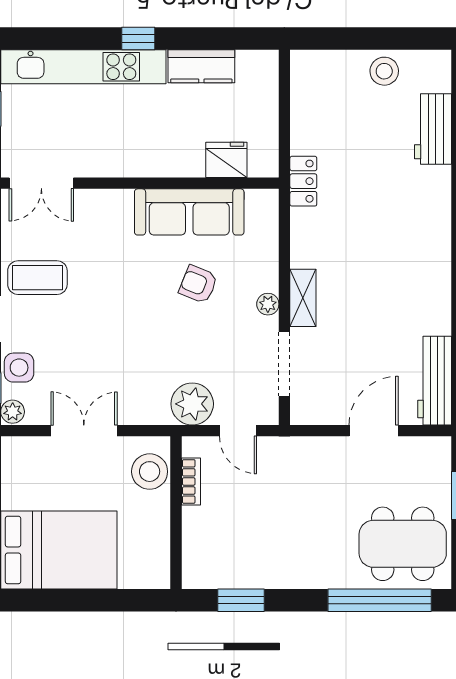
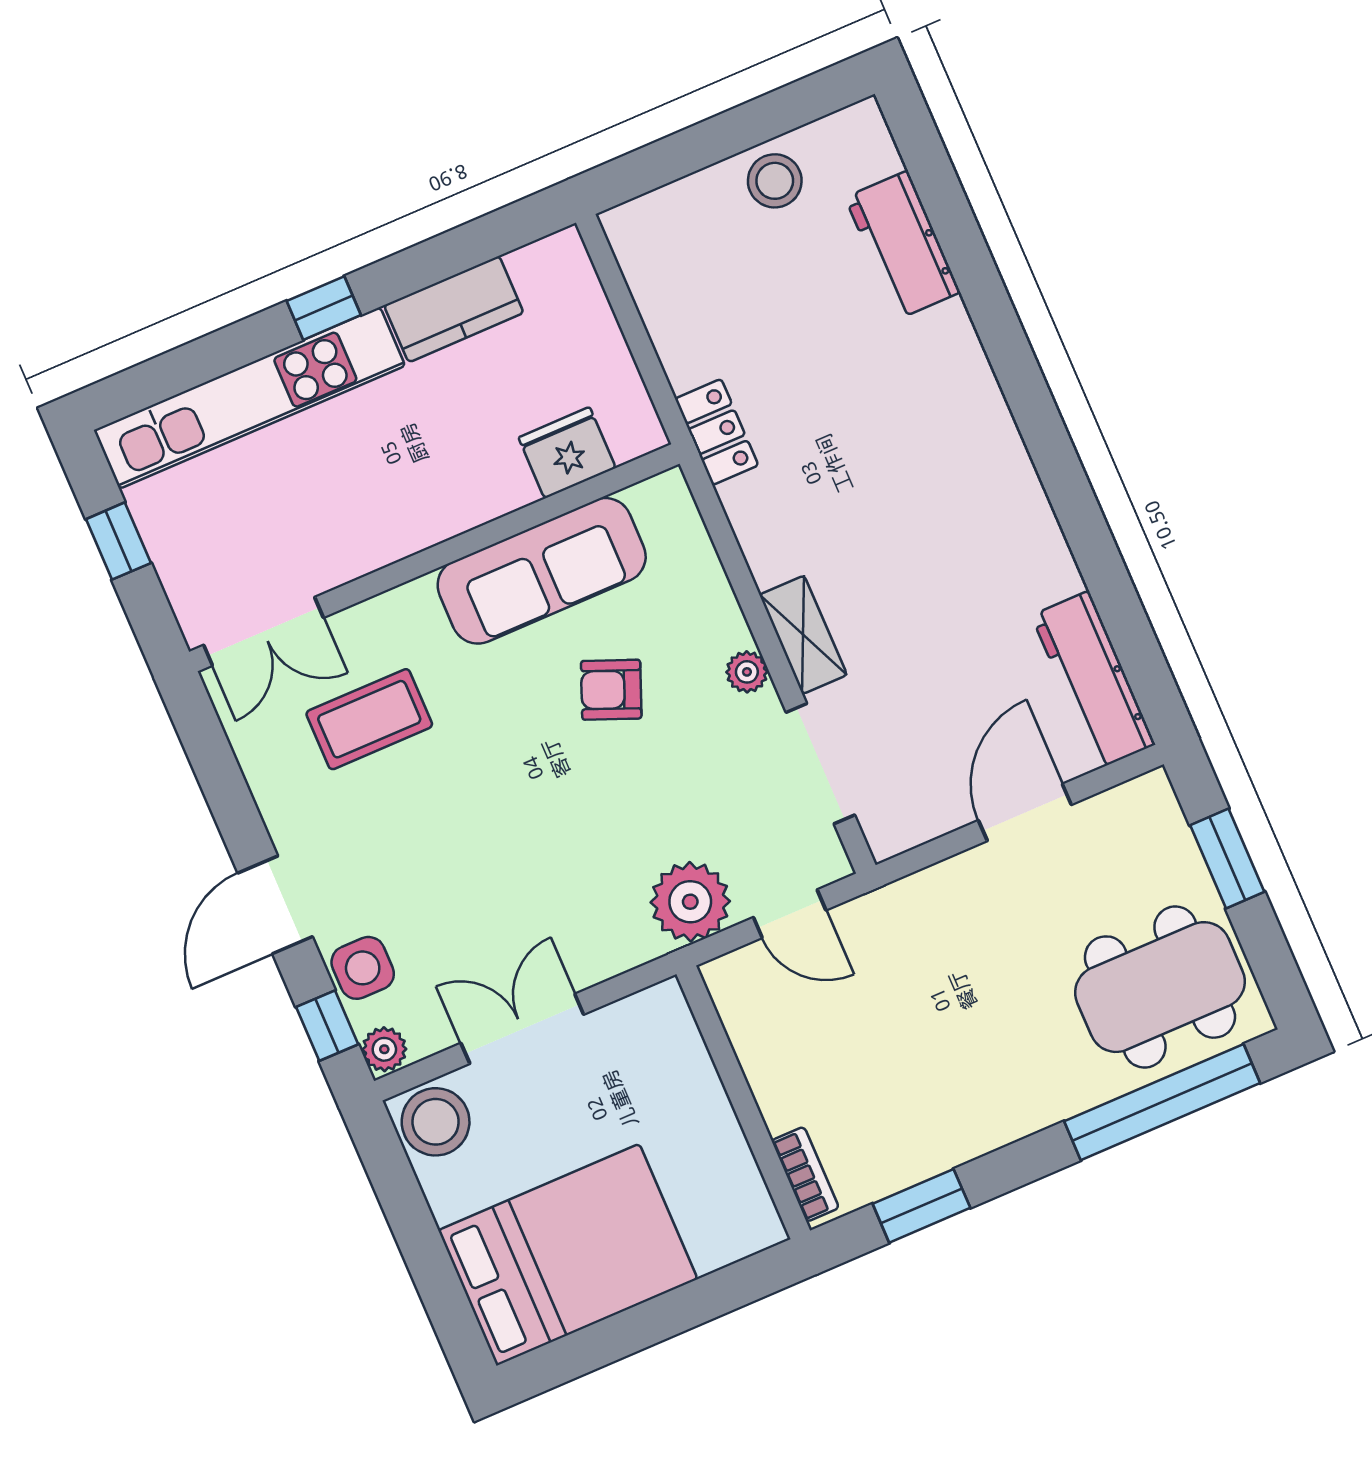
coffee table: (37, 278) -> (369, 719), moved
stool: (150, 472) -> (436, 1122), moved
bookcase: (191, 481) -> (805, 1174), moved

